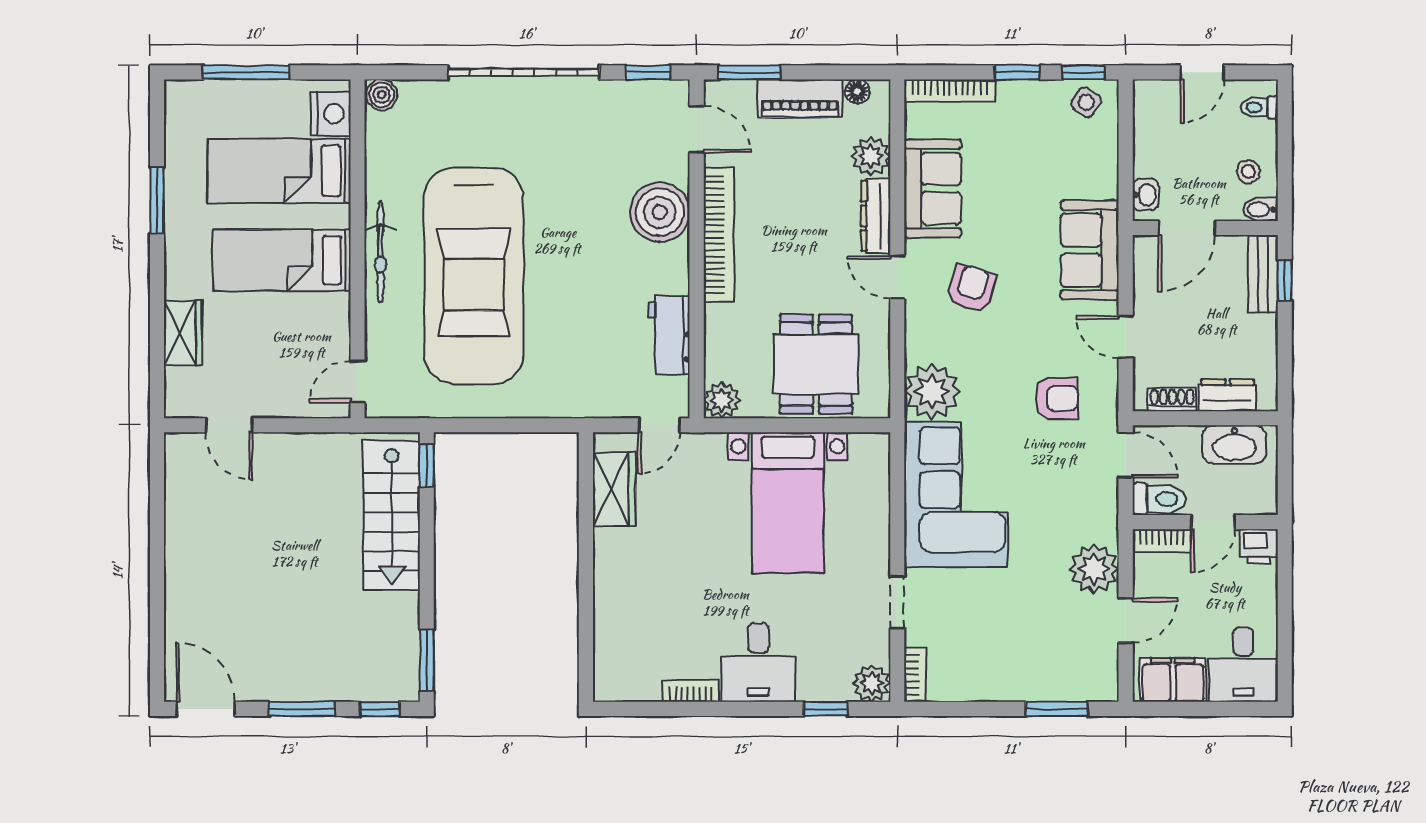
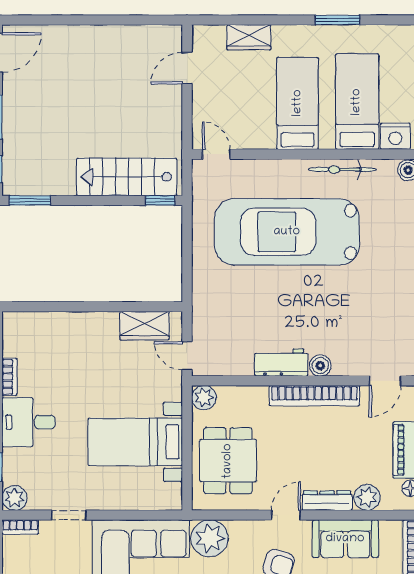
boiler: (660, 212) -> (320, 366), width x0.54, depth x0.54
bicycle: (381, 252) -> (342, 170), moved
workbench: (669, 335) -> (281, 363), moved
dining table: (816, 364) -> (228, 461), turned 90

